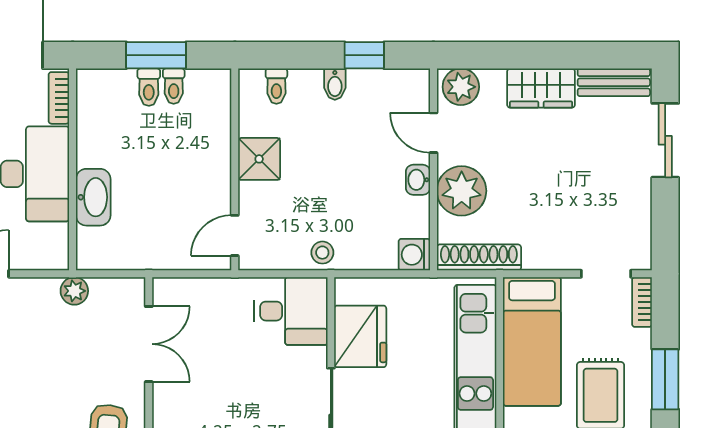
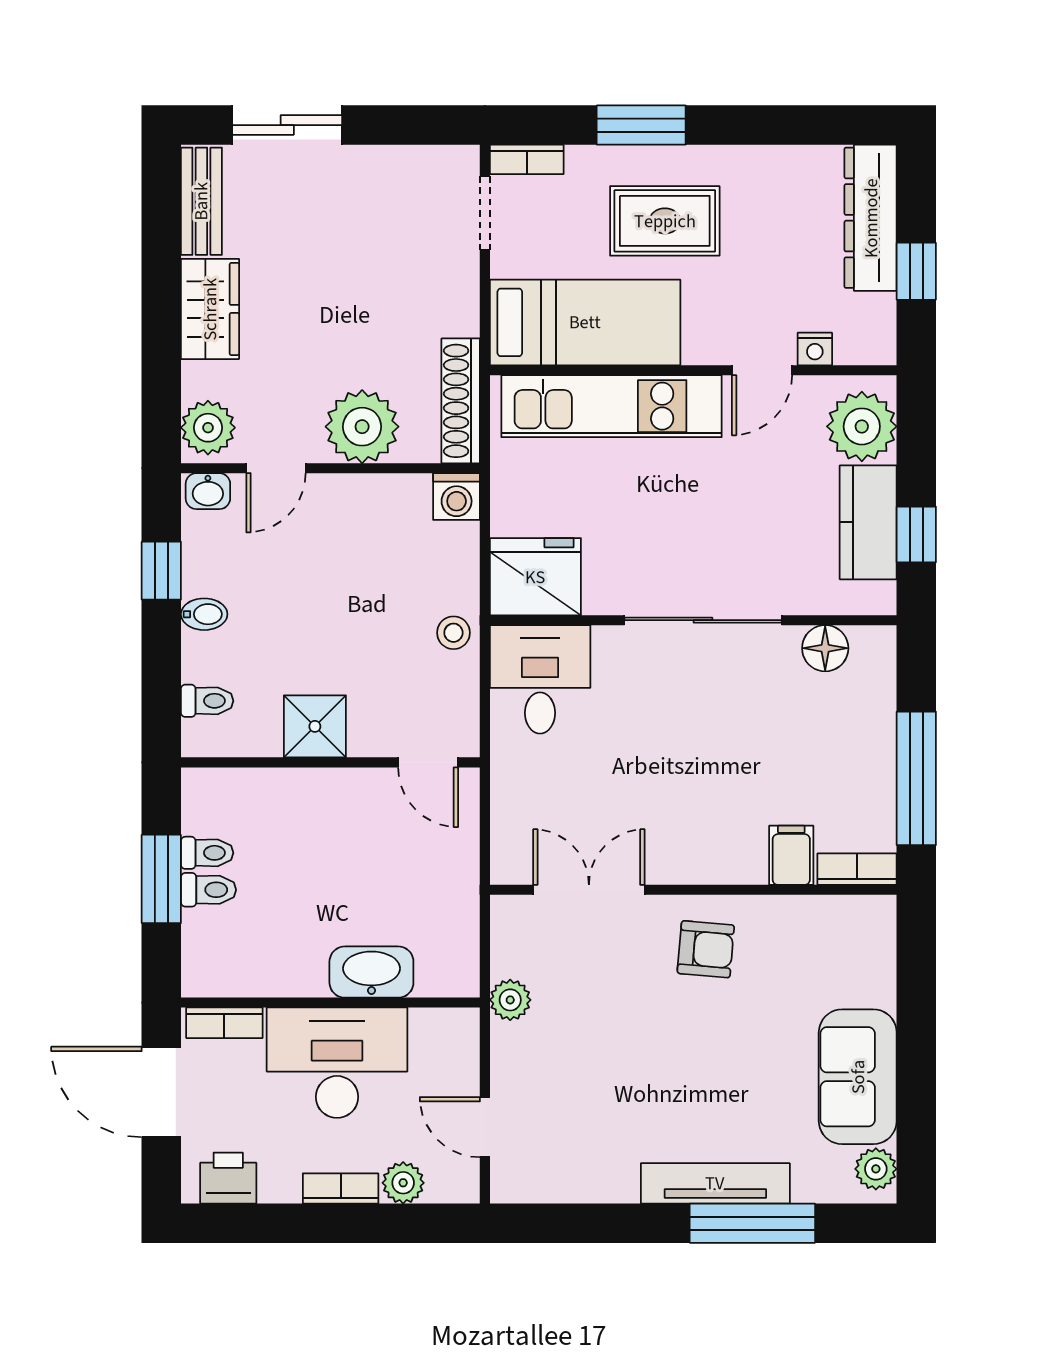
washbasin: (418, 180) -> (208, 491), moved
fridge: (360, 336) -> (535, 577), moved

